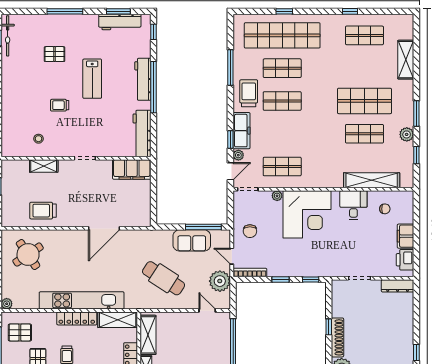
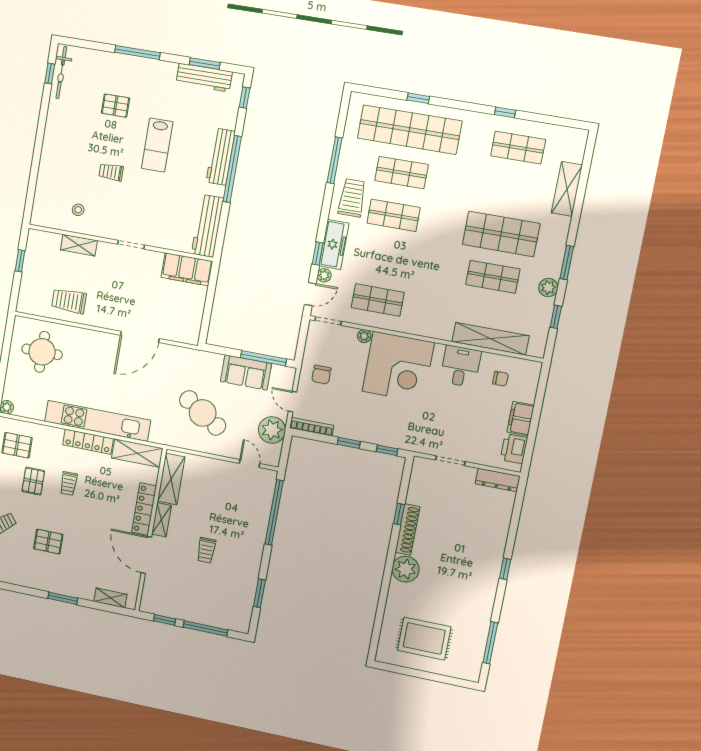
round table: (28, 255) -> (42, 352), turned 34

